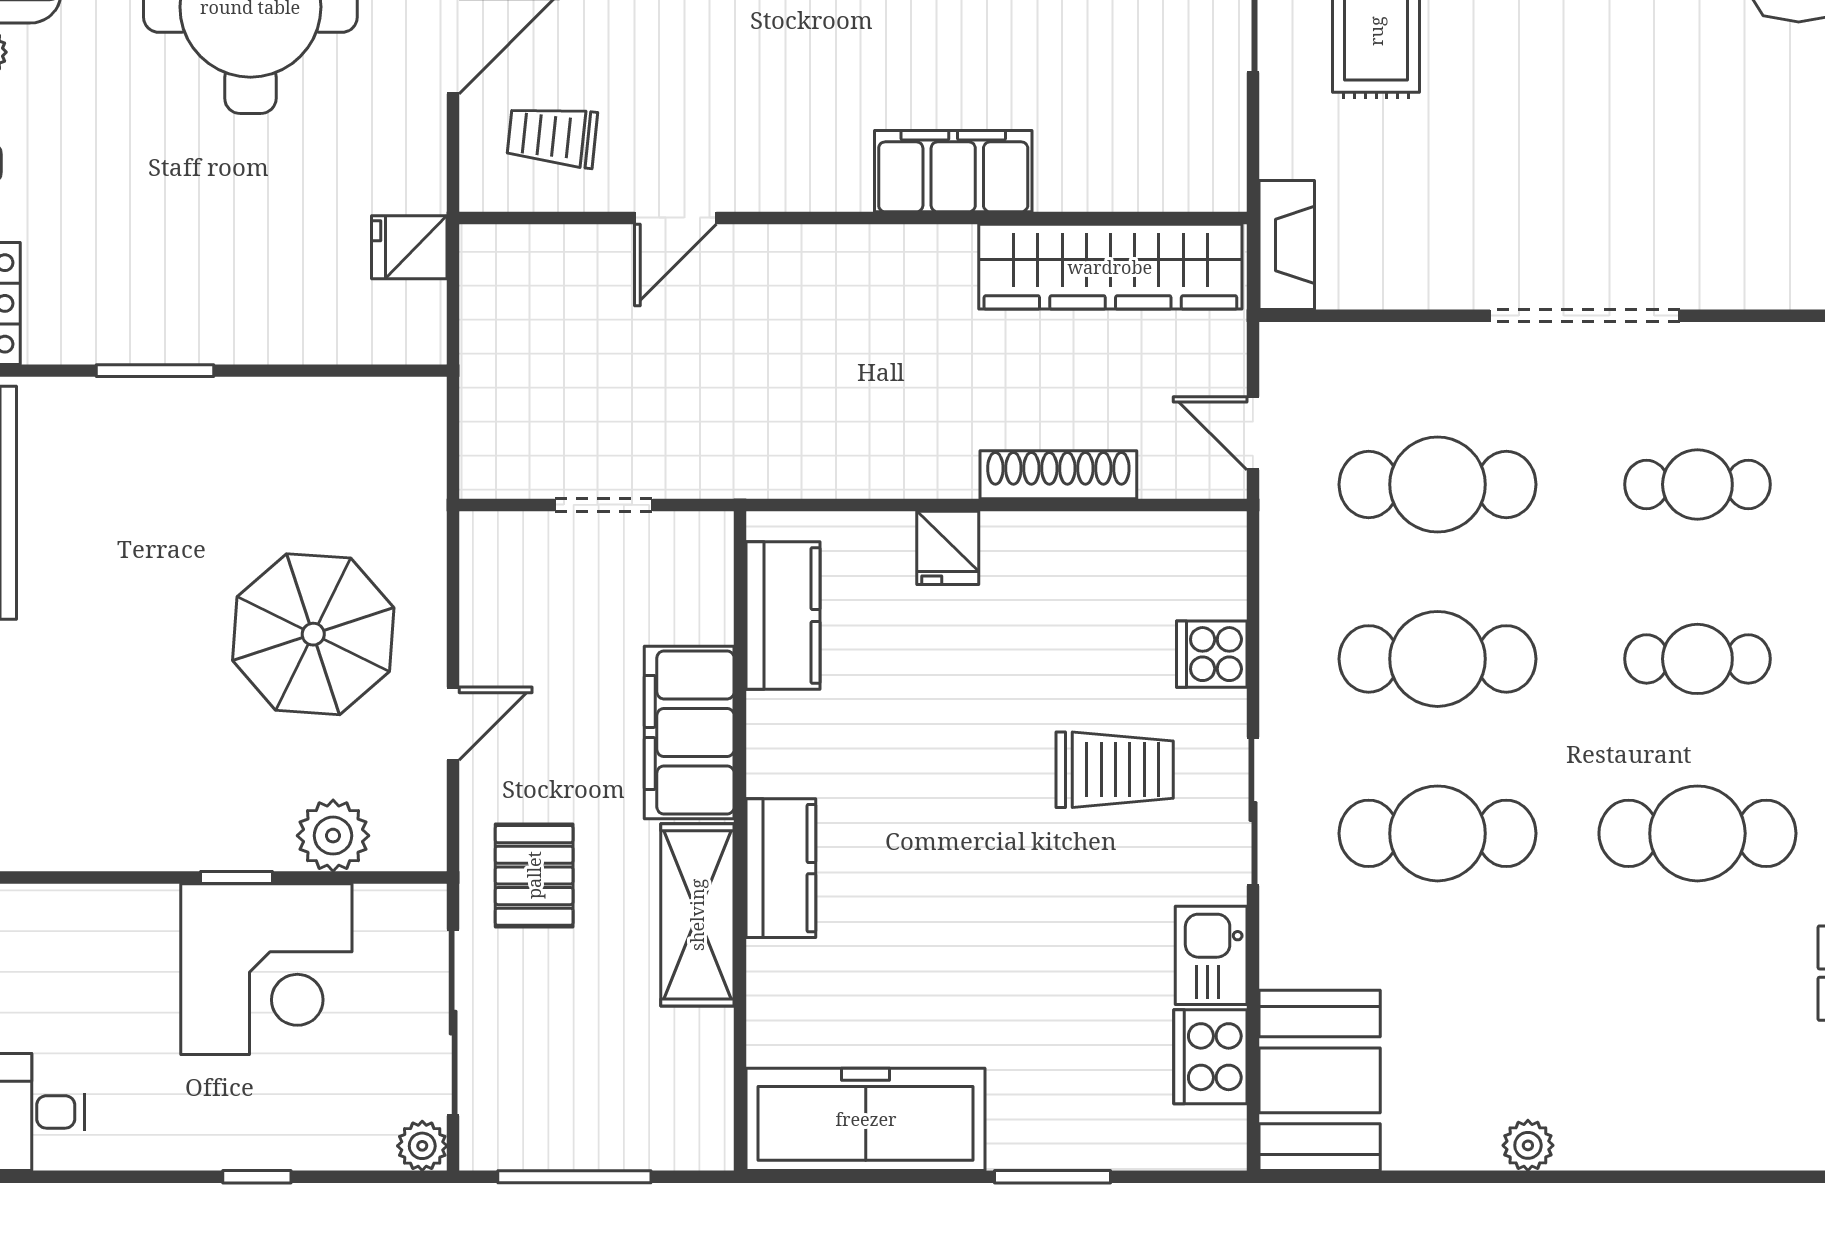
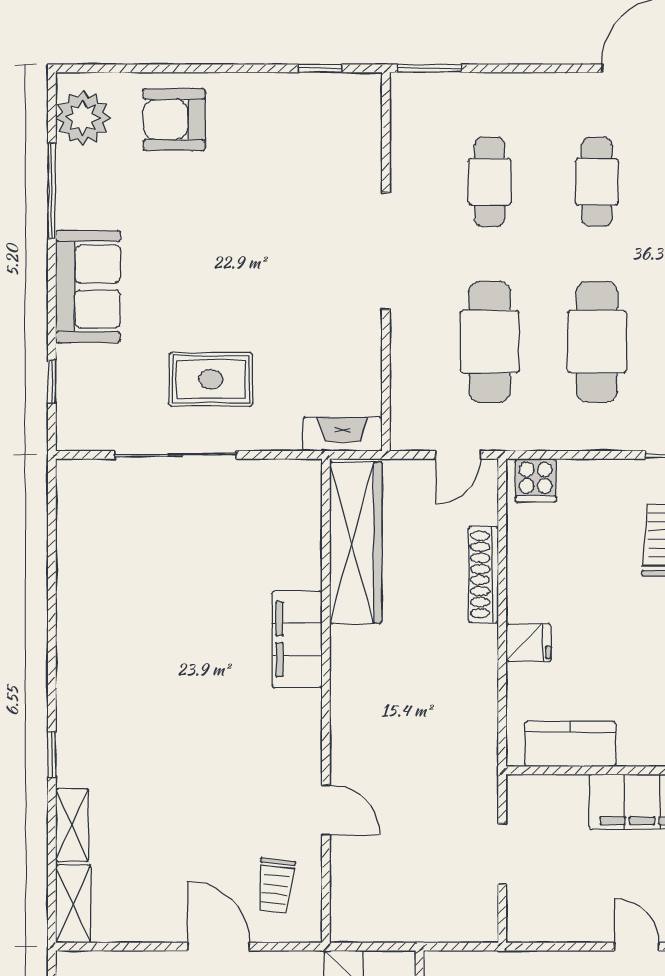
cooker: (1212, 654) -> (536, 480), moved

